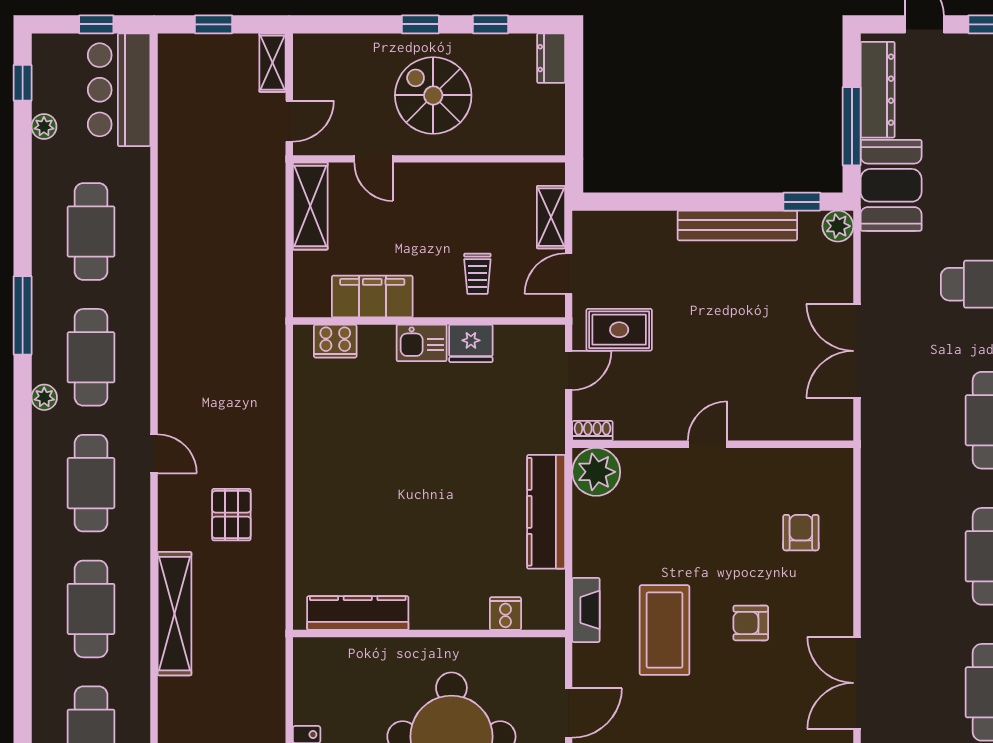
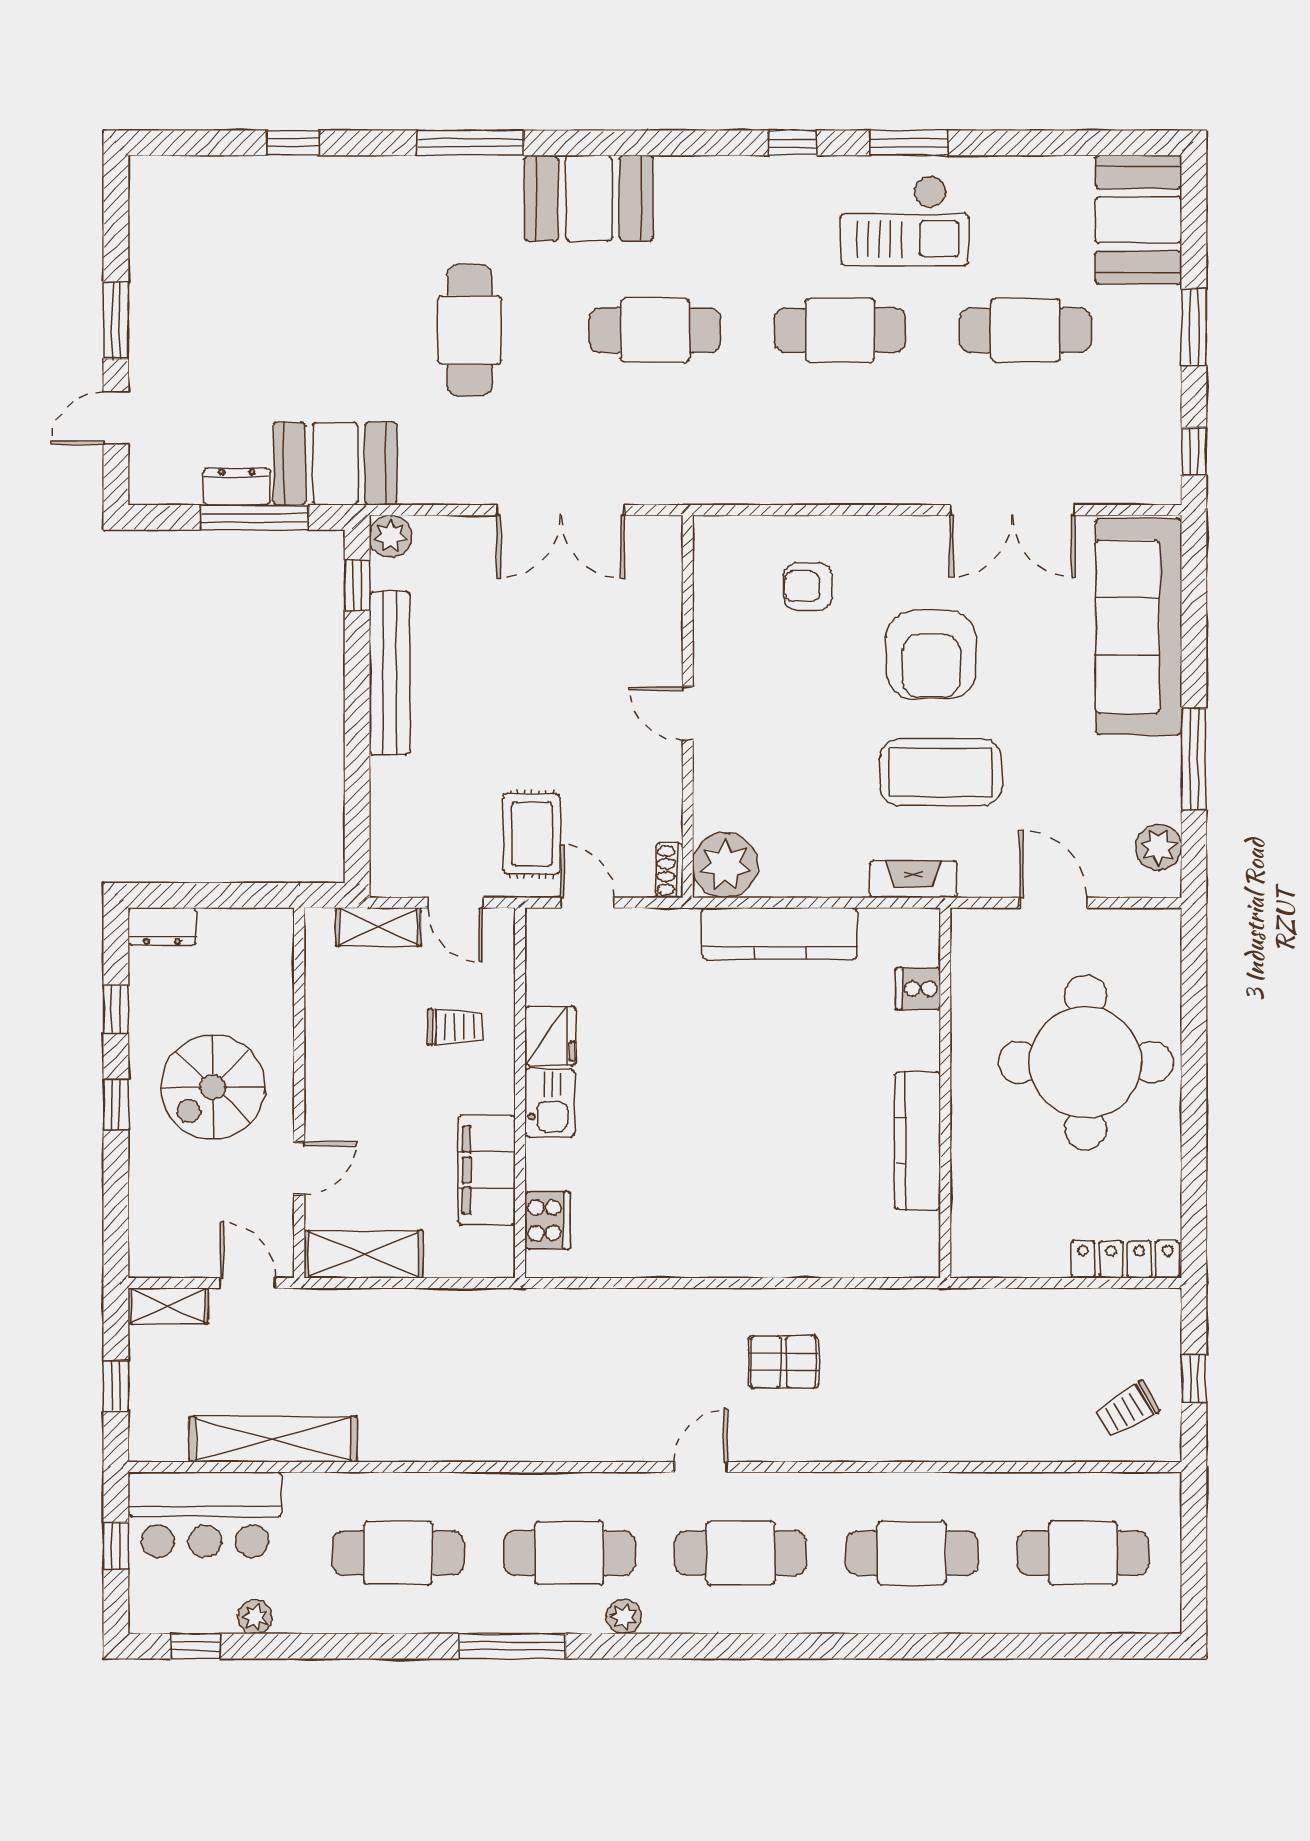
dresser: (878, 90) -> (237, 487), width x0.51, depth x0.80
kitchen counter: (358, 613) -> (917, 1141), moved
shelving: (175, 614) -> (273, 1439), moved
armchair: (751, 623) -> (931, 655), width x1.88, depth x1.88

